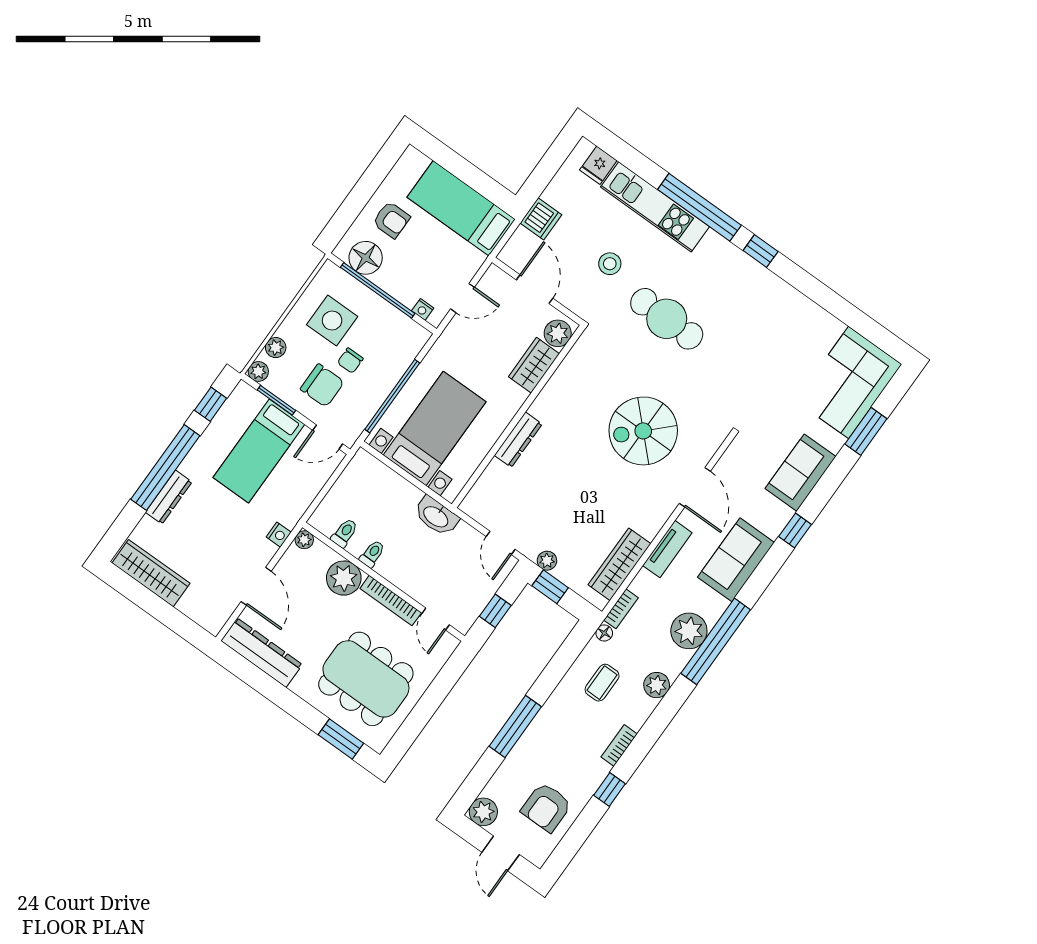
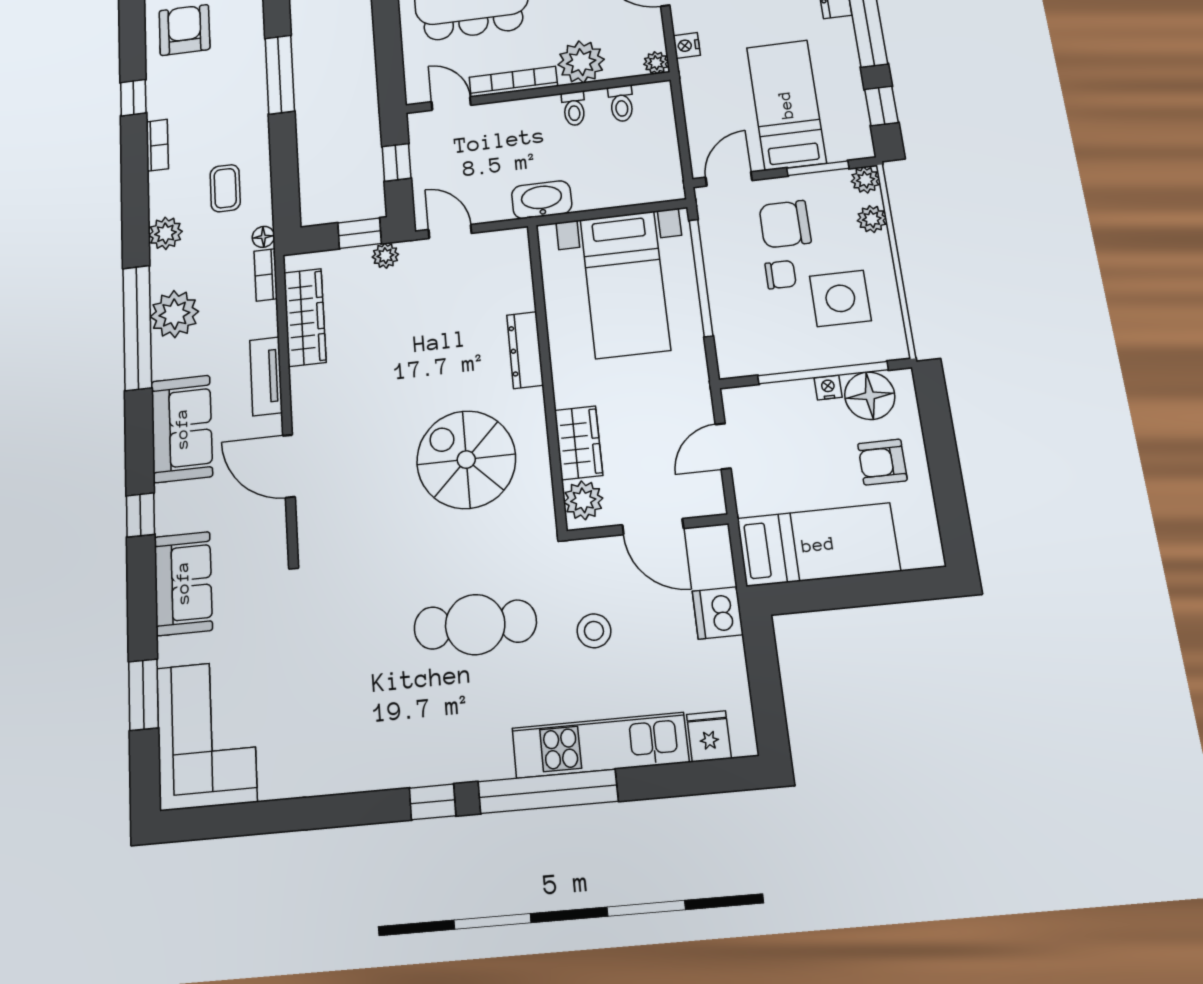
nightstand: (423, 309) -> (828, 388), moved
chair: (350, 361) -> (780, 275), turned 90
spiral stairs: (643, 431) -> (466, 460), moved, turned -90

